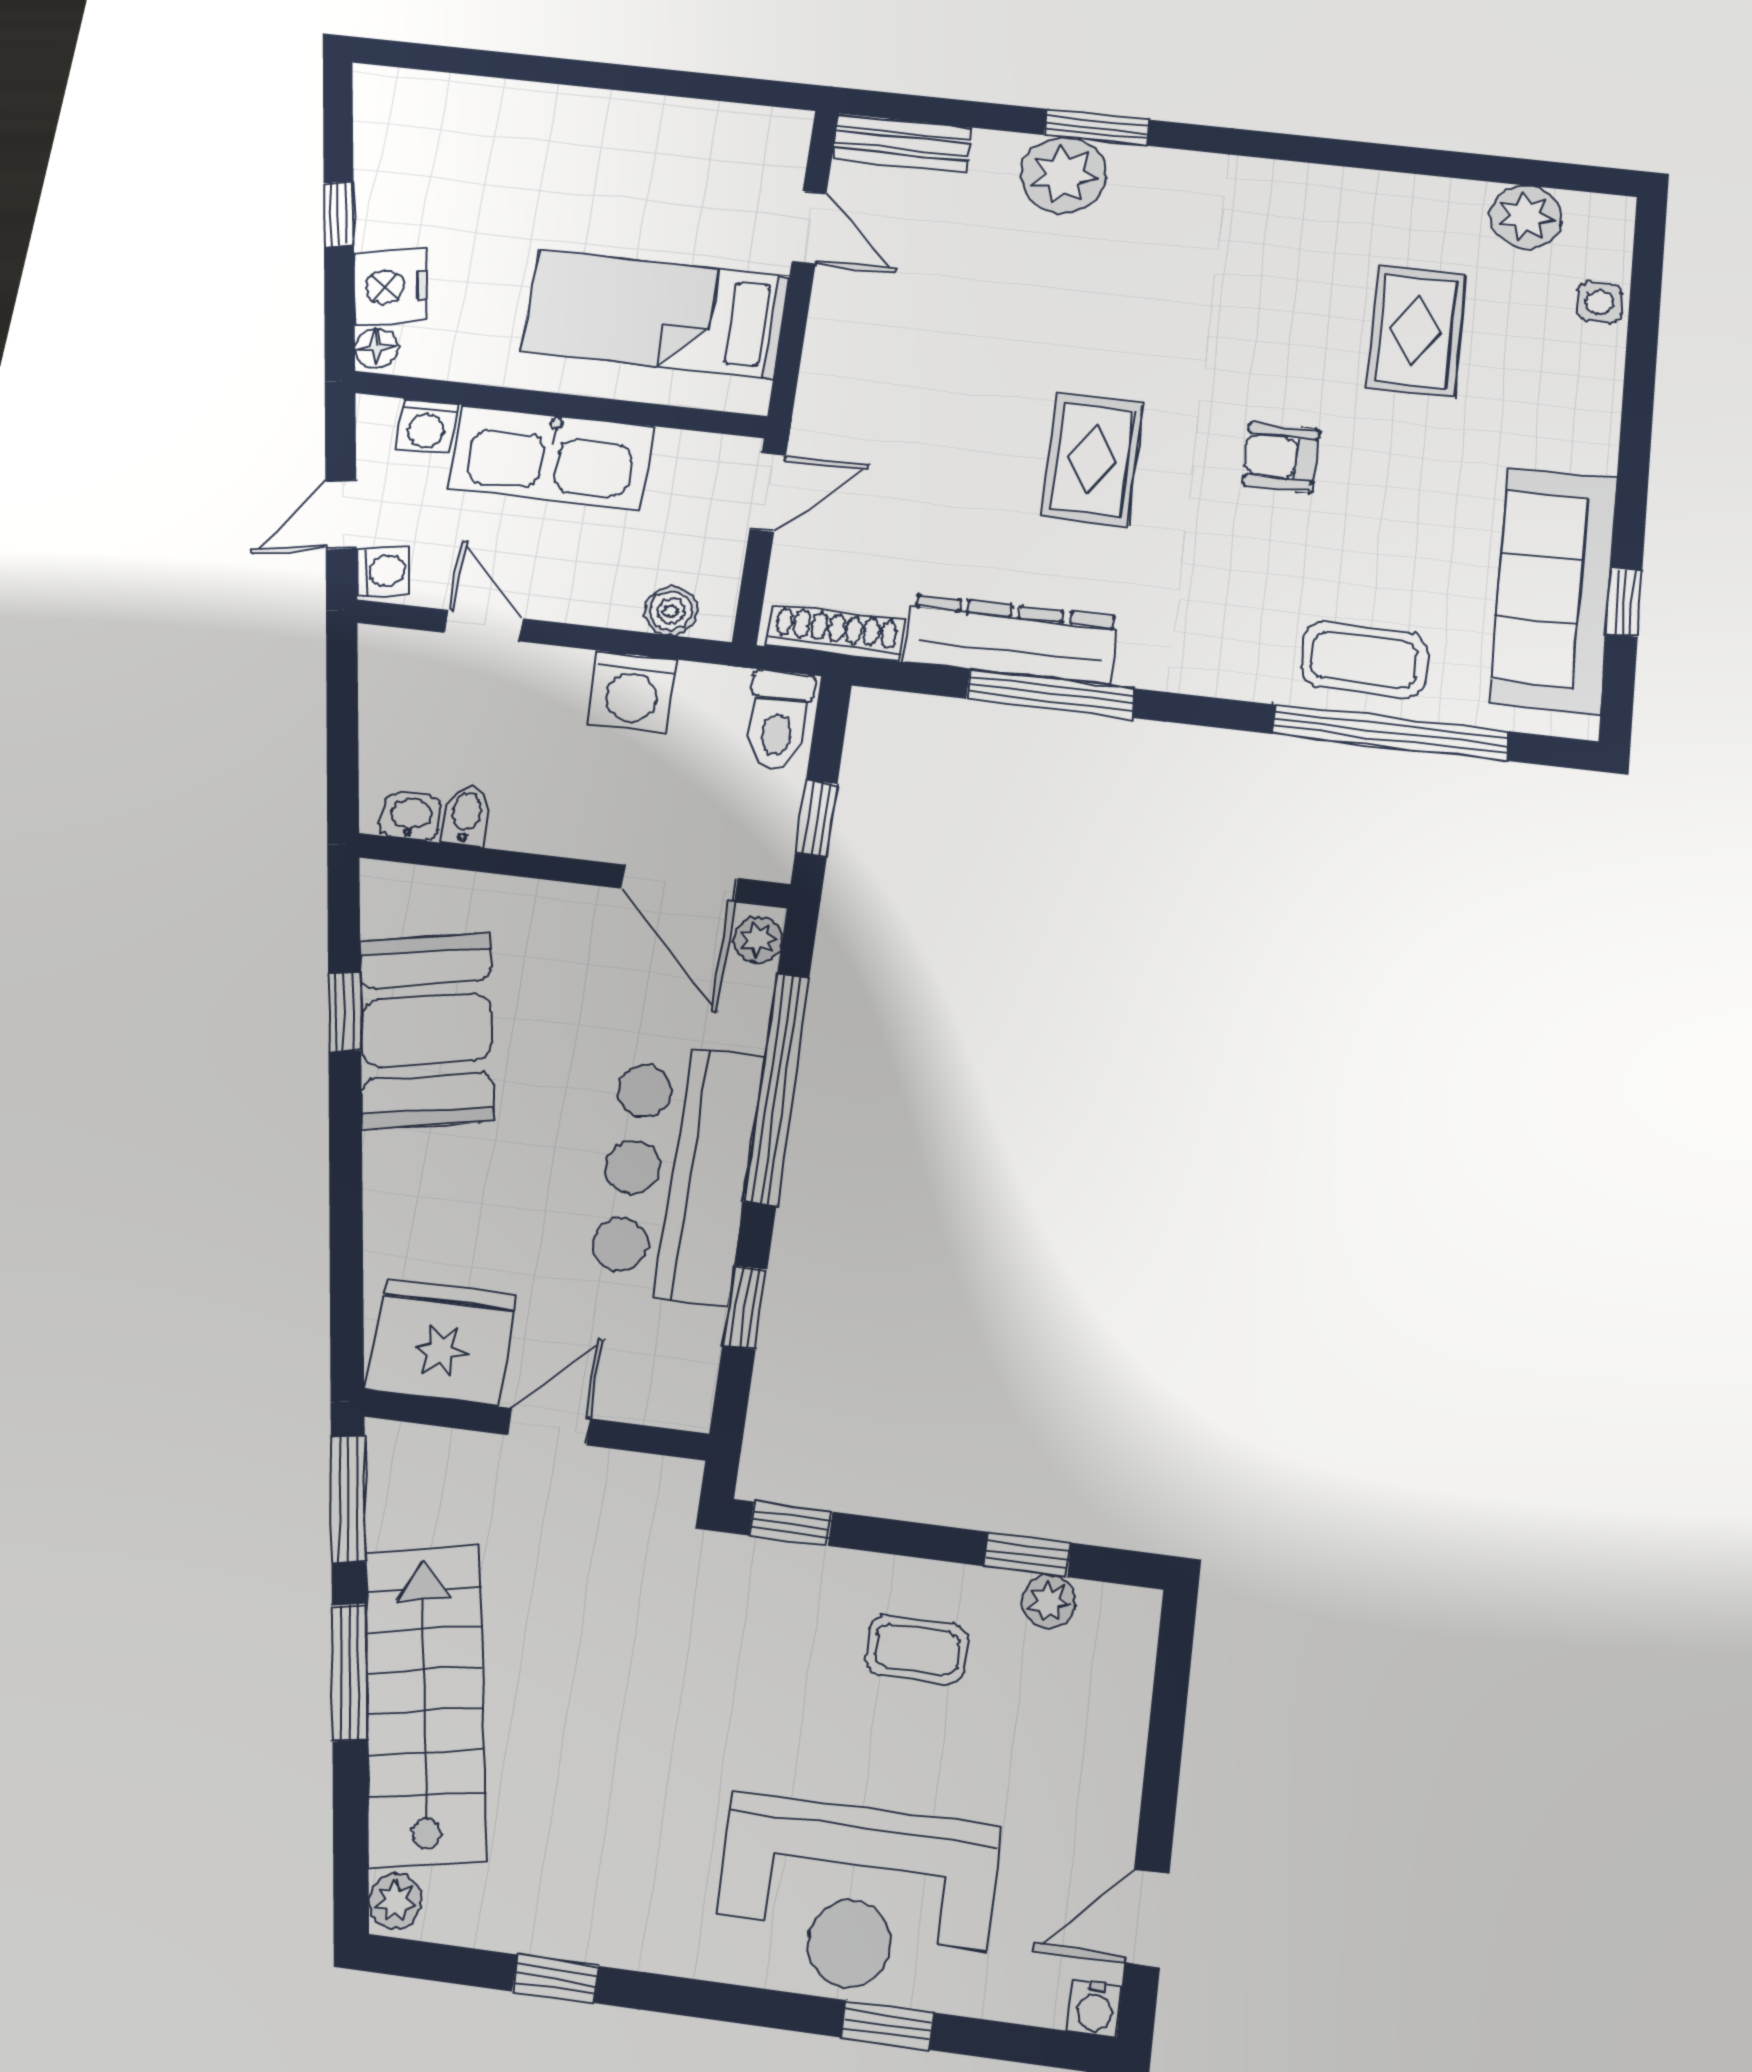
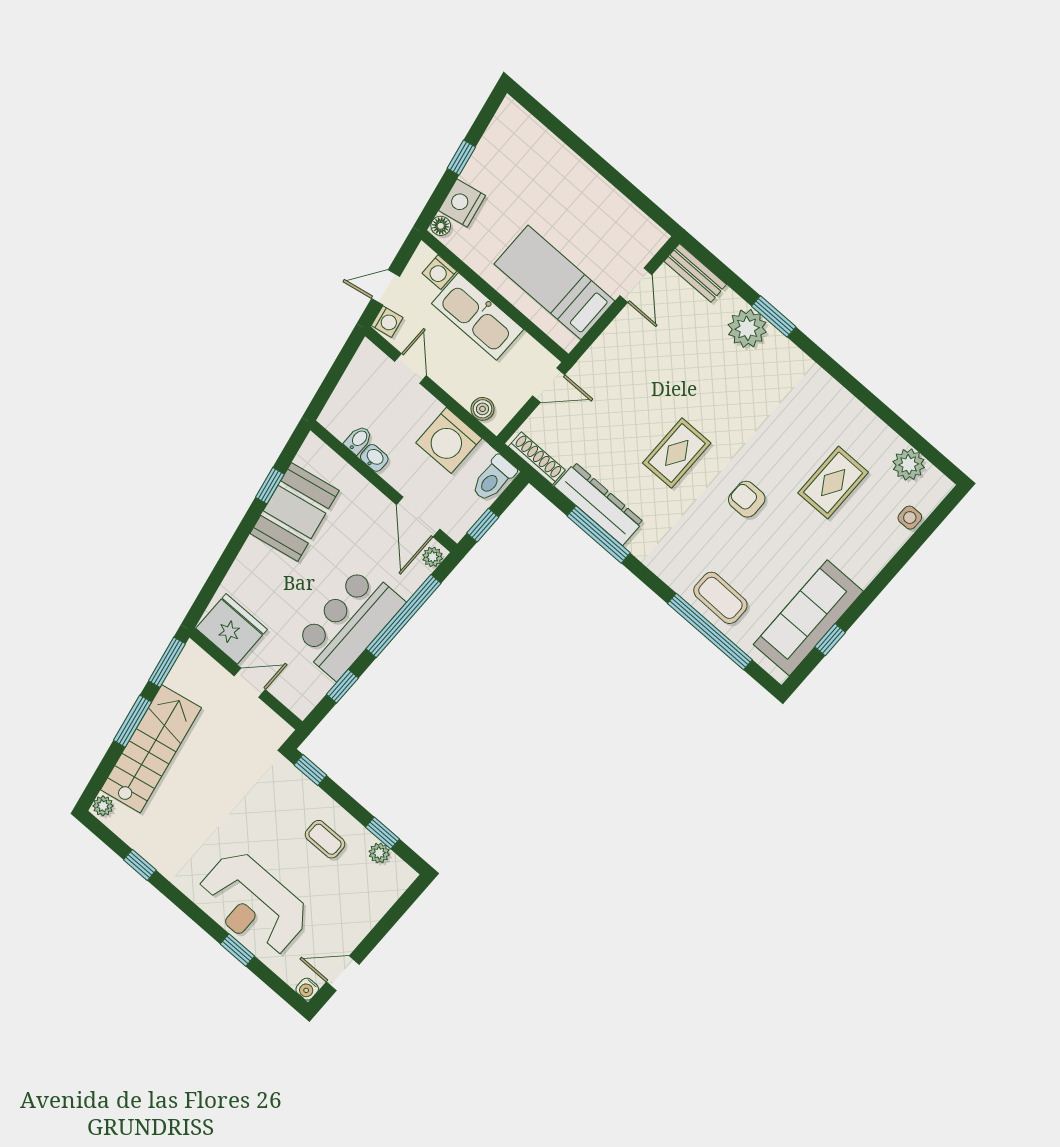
washing machine: (632, 692) -> (449, 440), width x1.37, depth x1.37
washbasin: (411, 816) -> (374, 458), moved

